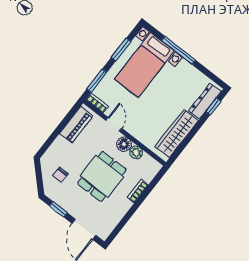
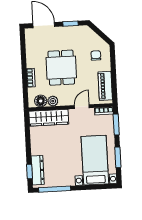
window: (179, 50) -> (55, 189), moved
door: (114, 124) -> (82, 107), swing flipped
wardrobe: (177, 133) -> (49, 118), moved, turned 90
floor lamp: (124, 144) -> (41, 101), moved
chair: (60, 175) -> (96, 55), moved

